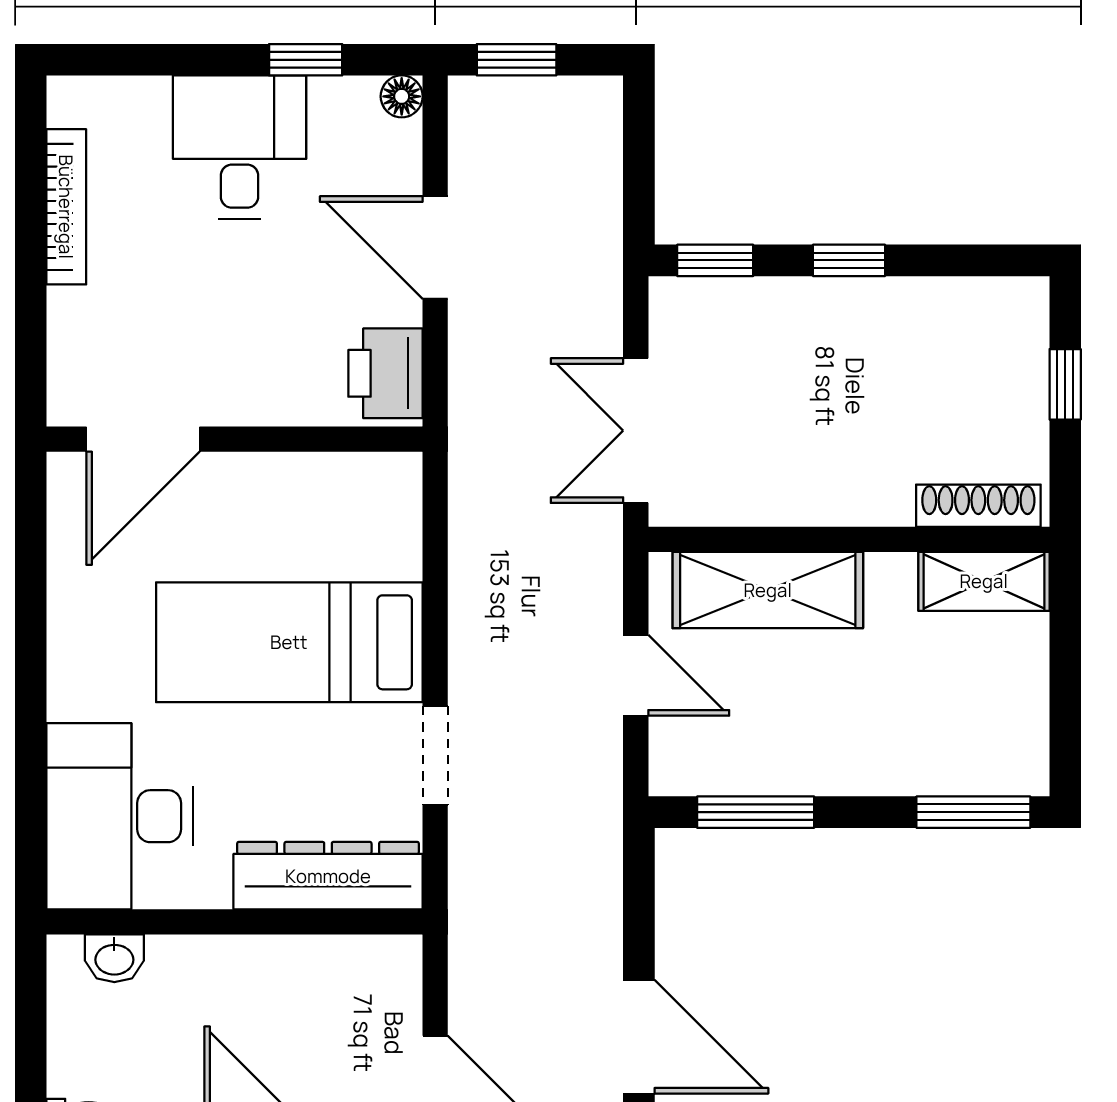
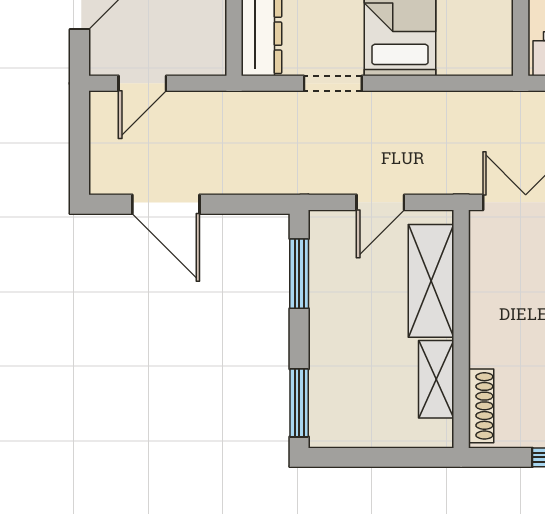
shelving: (984, 581) -> (436, 379), moved
door: (639, 1037) -> (166, 204), hinge flipped

